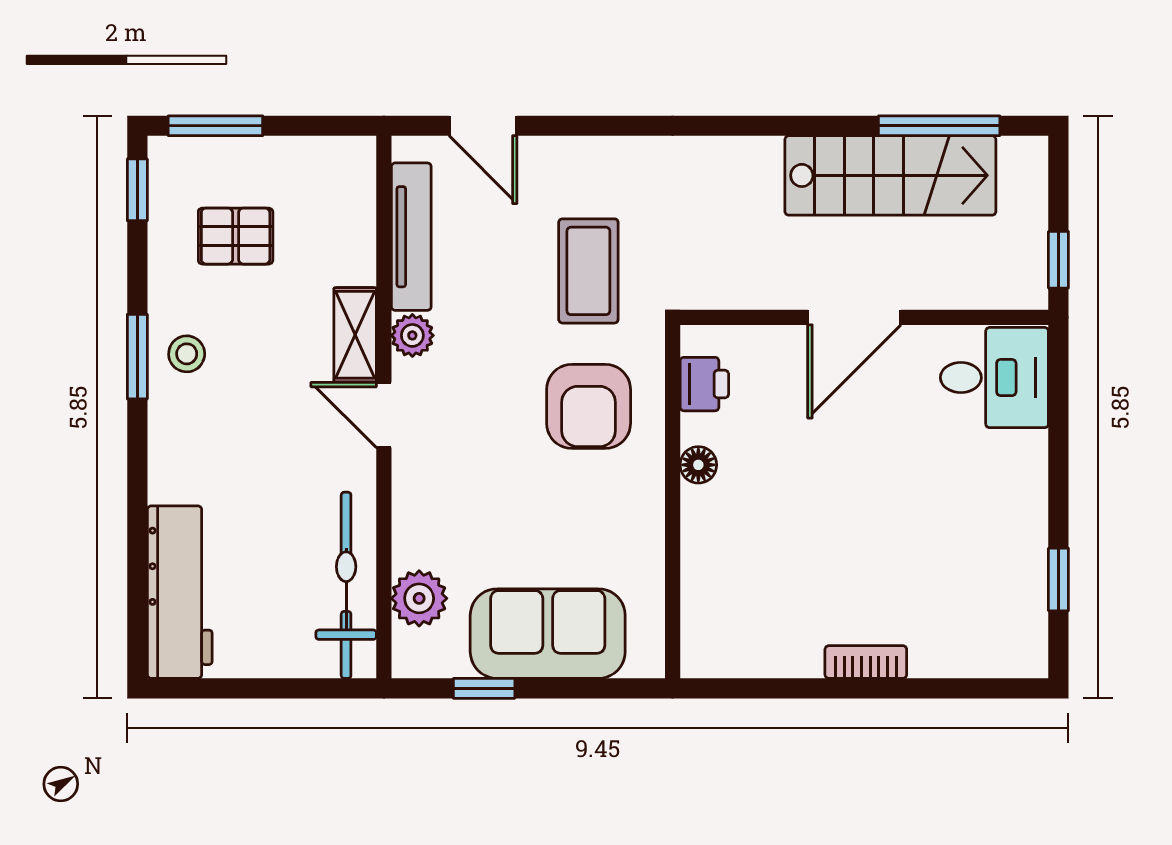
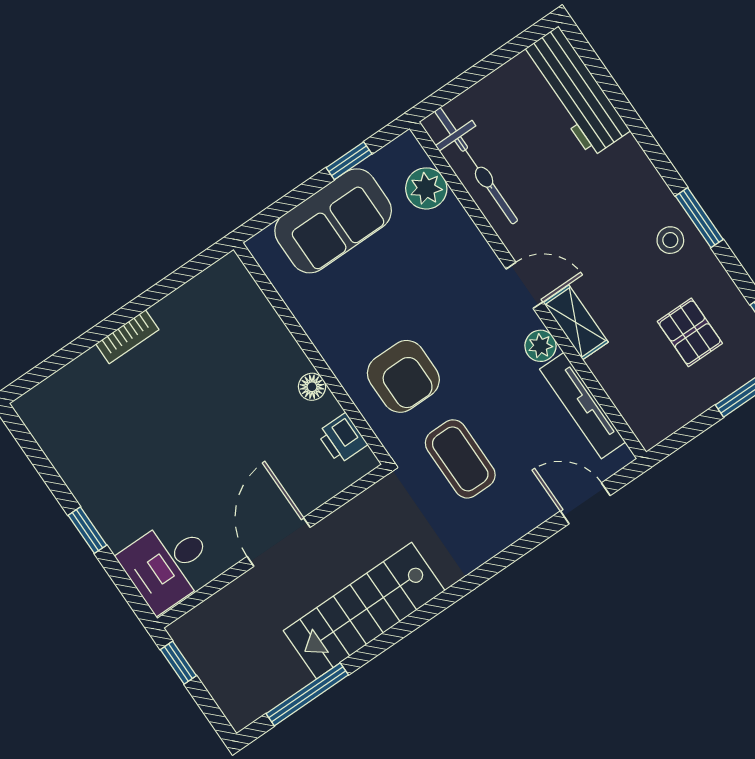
stairs: (890, 175) -> (364, 611), moved
pallet: (236, 236) -> (690, 332), turned 90
armchair: (589, 406) -> (403, 376), turned 180
window: (1058, 580) -> (87, 530), moved

